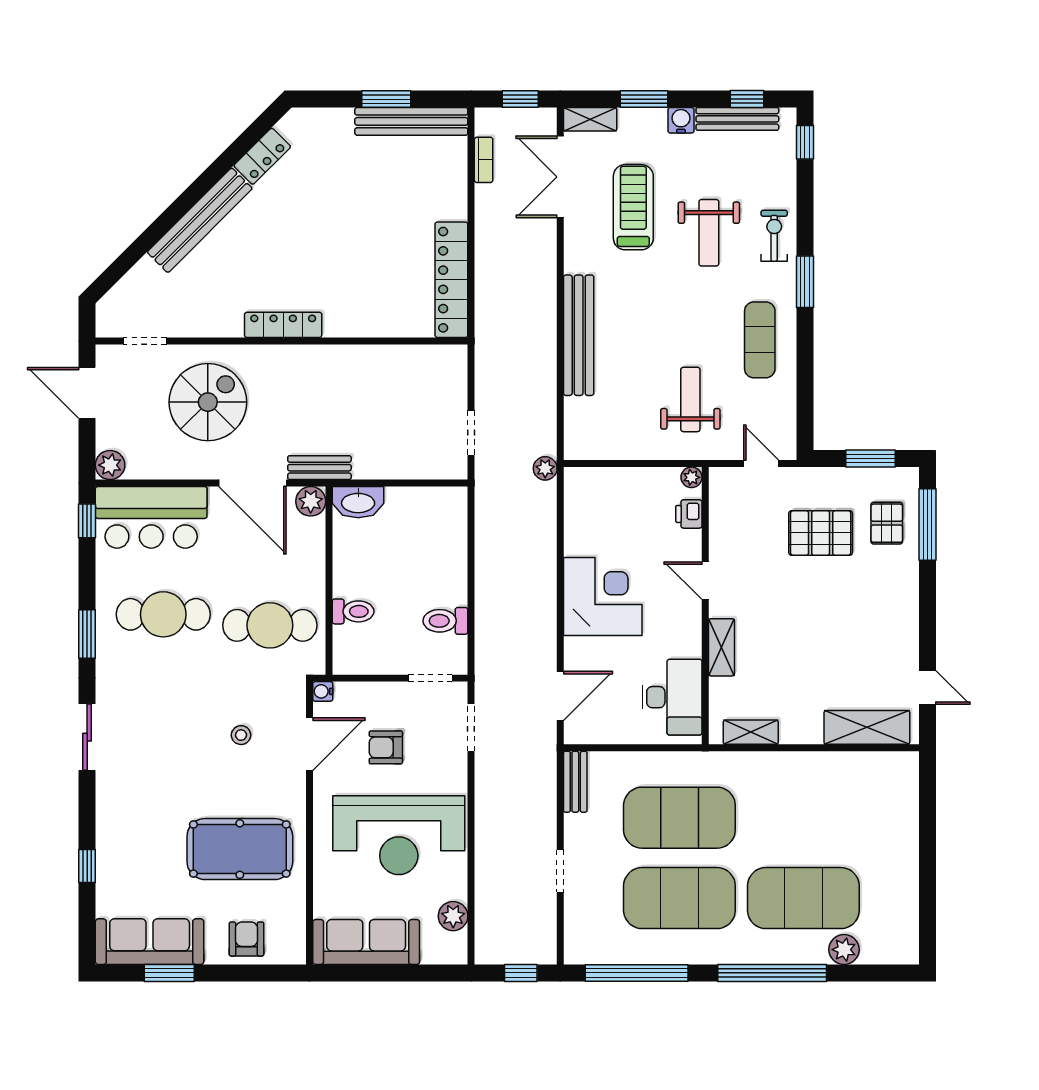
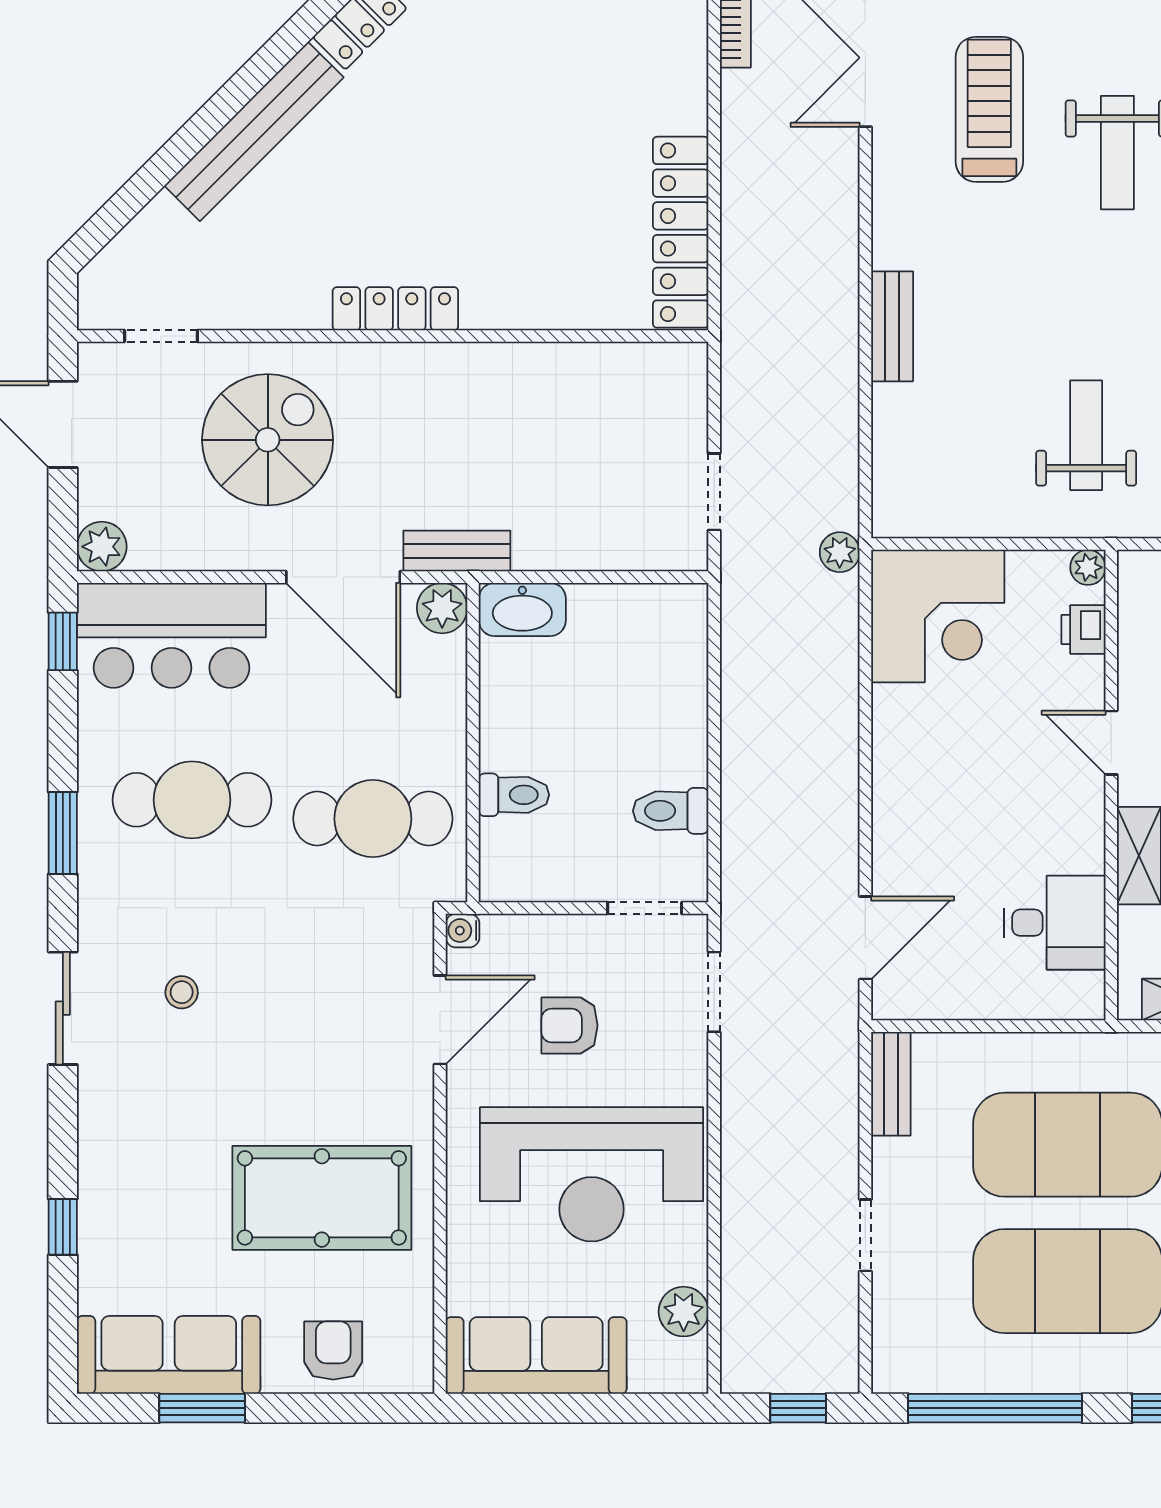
bench: (579, 335) -> (892, 326), width x0.54, depth x0.82
corner desk: (603, 597) -> (938, 616), moved, turned 90
desk: (672, 697) -> (1055, 923), width x0.73
stool: (241, 735) -> (182, 992), moved

